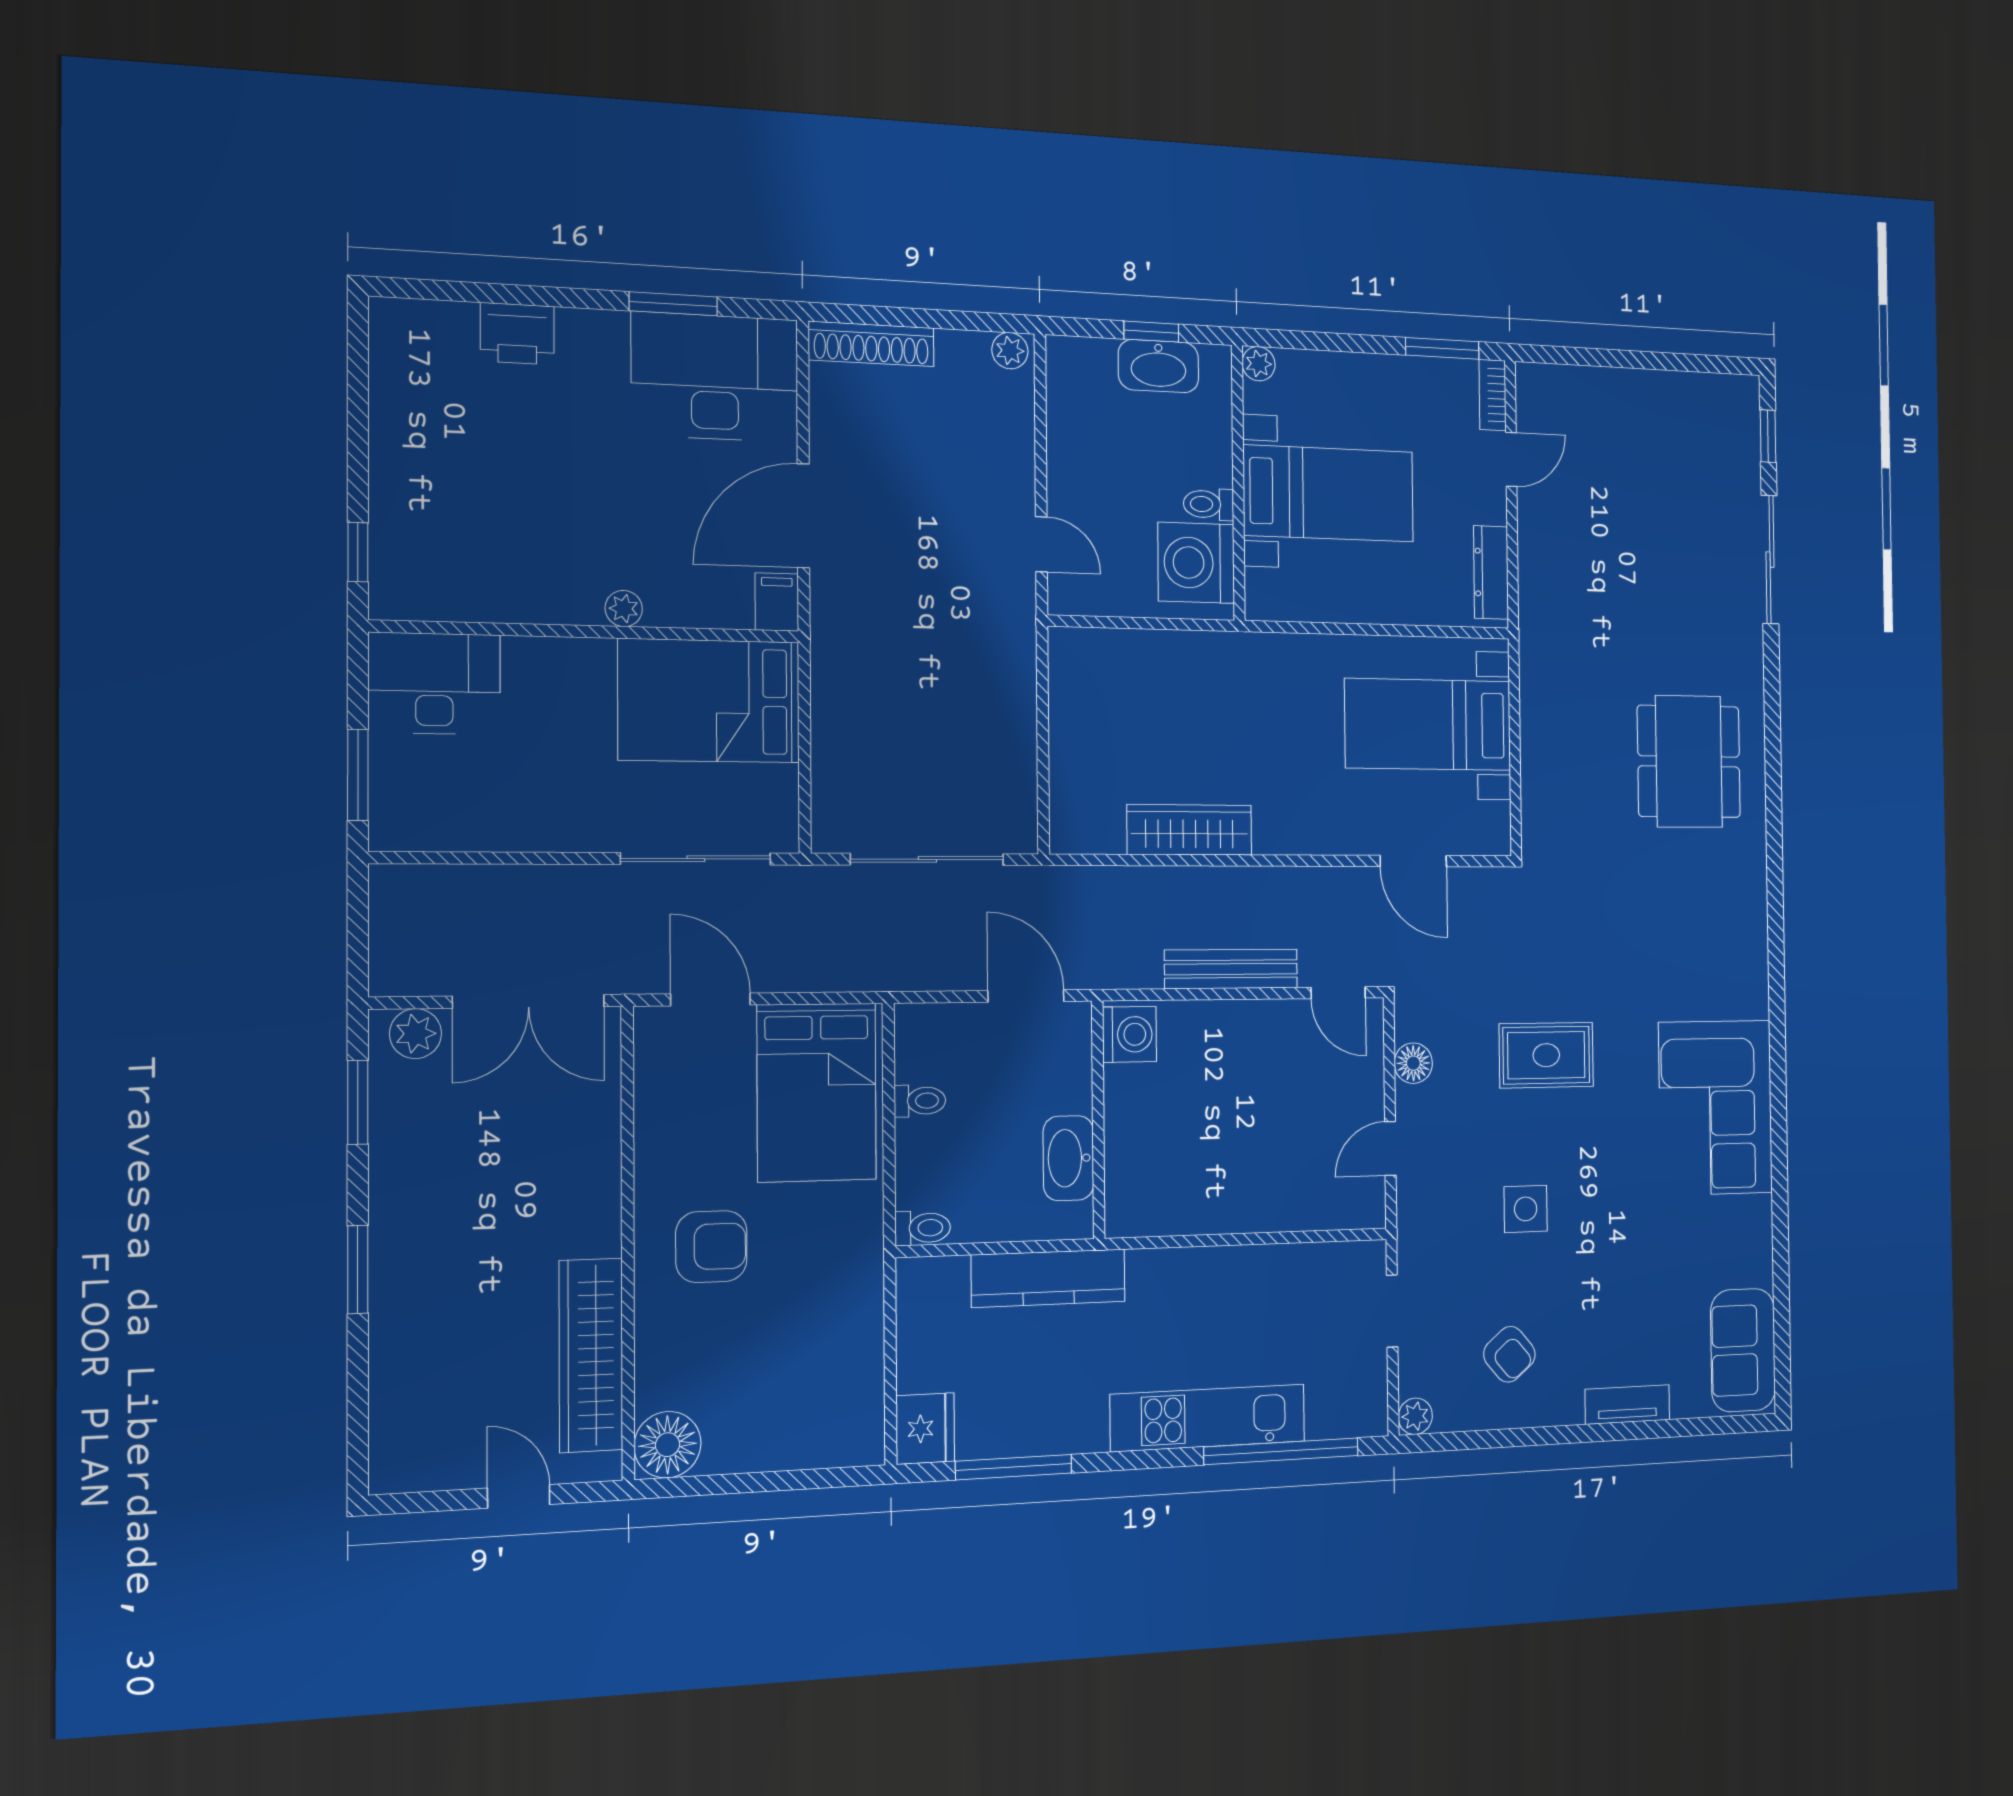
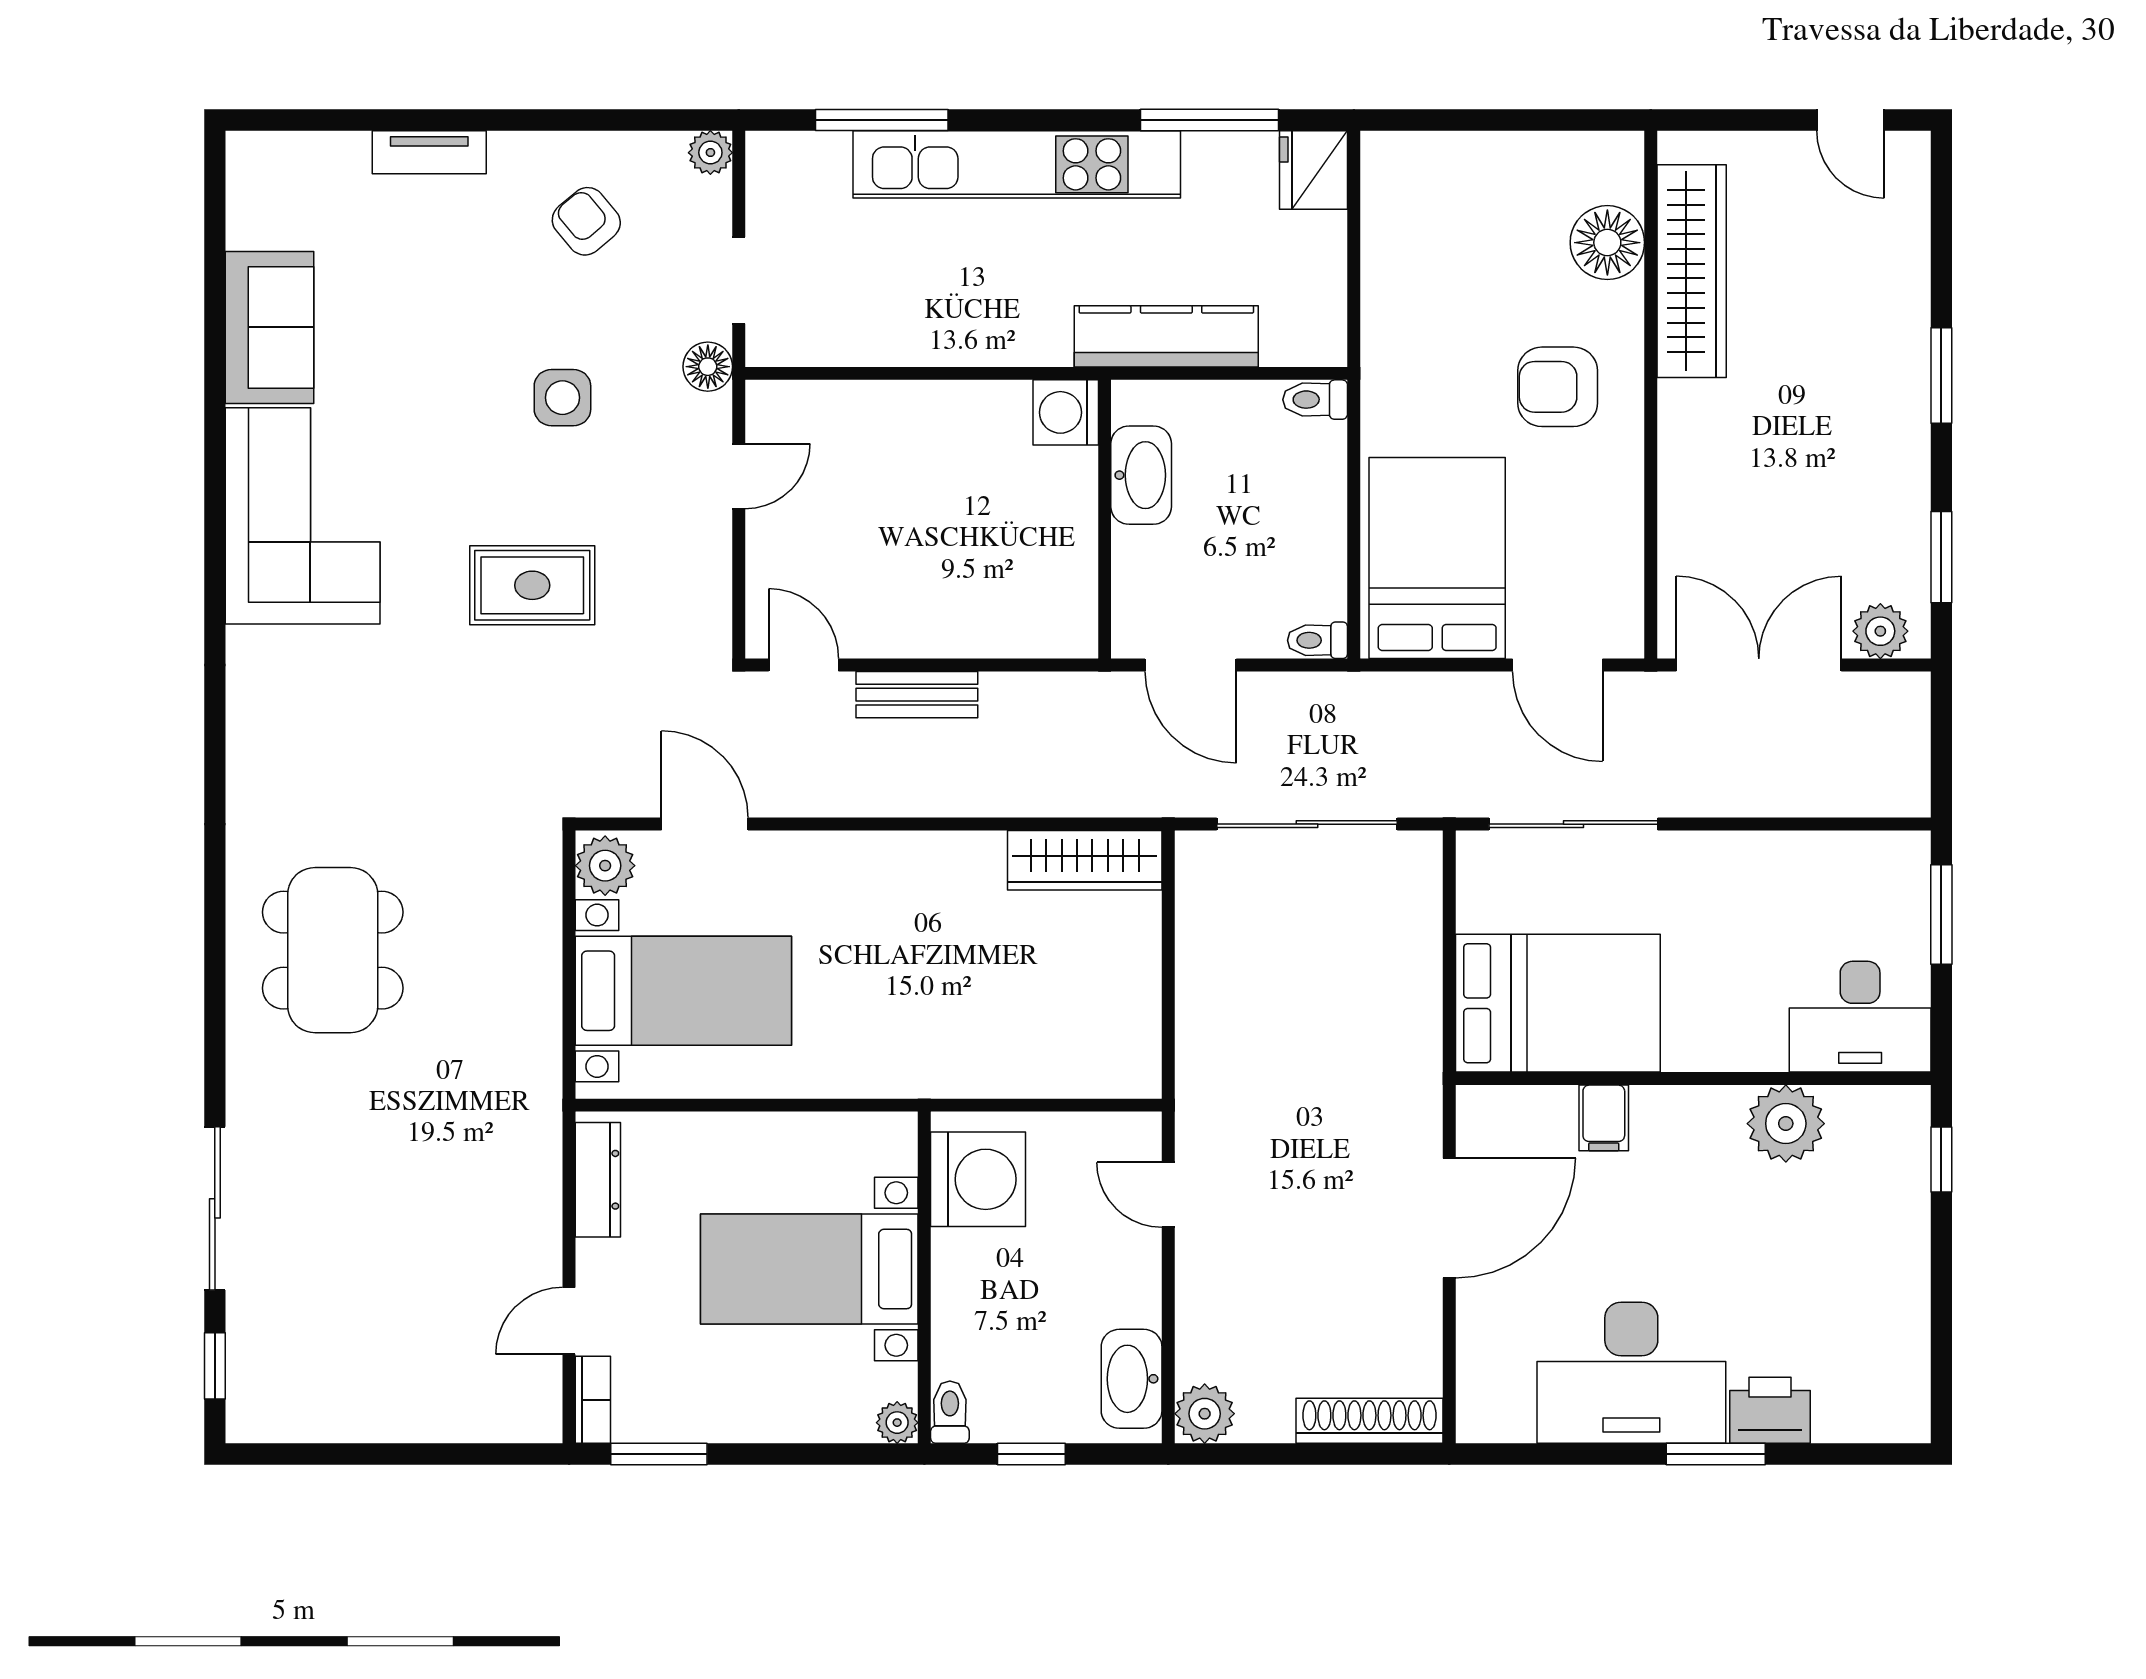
window: (673, 304) -> (1716, 1454), moved
plant: (1010, 351) -> (1205, 1414), width x1.38, depth x1.38
washbasin: (1158, 366) -> (1132, 1379), moved, turned -90
desk: (715, 377) -> (1631, 1373), moved
toilet: (1209, 504) -> (950, 1412), moved, turned -90
filing cabinet: (777, 602) -> (1604, 1118), moved
plant: (624, 609) -> (1786, 1124), moved, width x1.87, depth x1.87
plant: (1489, 827) -> (605, 866), added
wardrobe: (1189, 830) -> (1085, 860), moved
bench: (1231, 969) -> (917, 695), width x0.73
washing machine: (1129, 1034) -> (1066, 412), moved
floor lamp: (1413, 1063) -> (708, 367), moved
toilet: (920, 1101) -> (1318, 640), moved
sofa: (1743, 1350) -> (269, 327), moved
kitchen unit: (1208, 1418) -> (1017, 164), width x1.36
floor lamp: (668, 1445) -> (1607, 243), moved
window: (1281, 1451) -> (882, 120), width x0.68
door: (519, 1496) -> (1850, 120), moved

